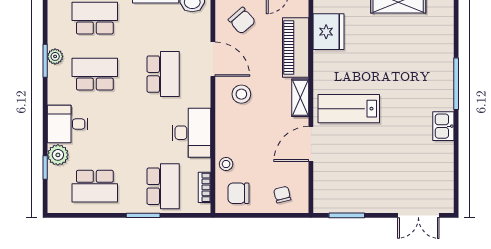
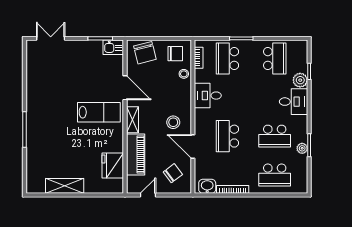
chair: (242, 21) -> (173, 173), turned 94
kitchen sink: (443, 126) -> (113, 47), moved, turned 90
desk: (191, 133) -> (208, 96), width x0.73
door: (311, 144) -> (125, 88), hinge flipped
school desk: (95, 186) -> (275, 58), turned 90
chair: (282, 195) -> (145, 53), width x1.87, depth x1.87

